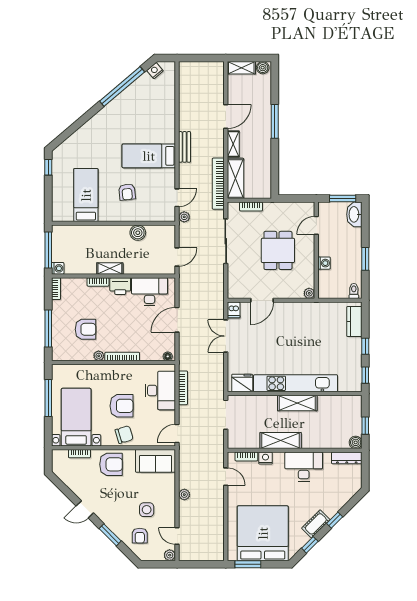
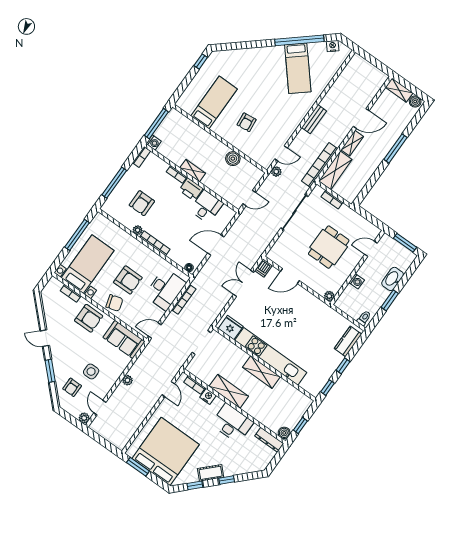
bed: (149, 156) -> (298, 68), moved, turned -130
washbasin: (354, 214) -> (393, 279), moved
desk: (150, 292) -> (206, 207), width x0.73
armchair: (86, 329) -> (142, 203), turned 90

